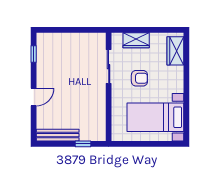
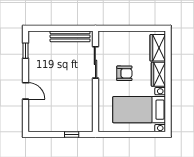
wardrobe: (136, 40) -> (158, 74), moved, turned 90
door: (34, 97) -> (25, 91), hinge flipped
bench: (58, 135) -> (70, 36), moved

